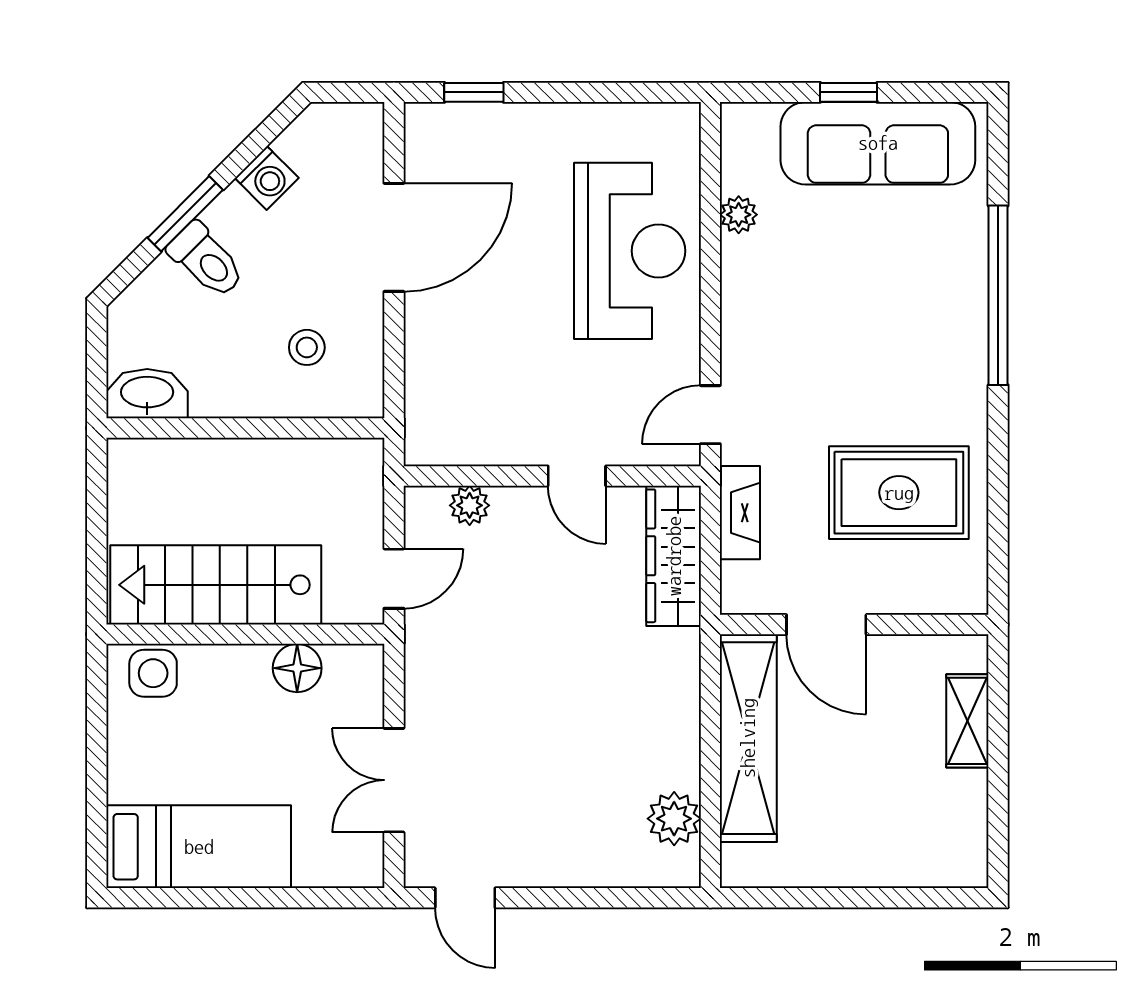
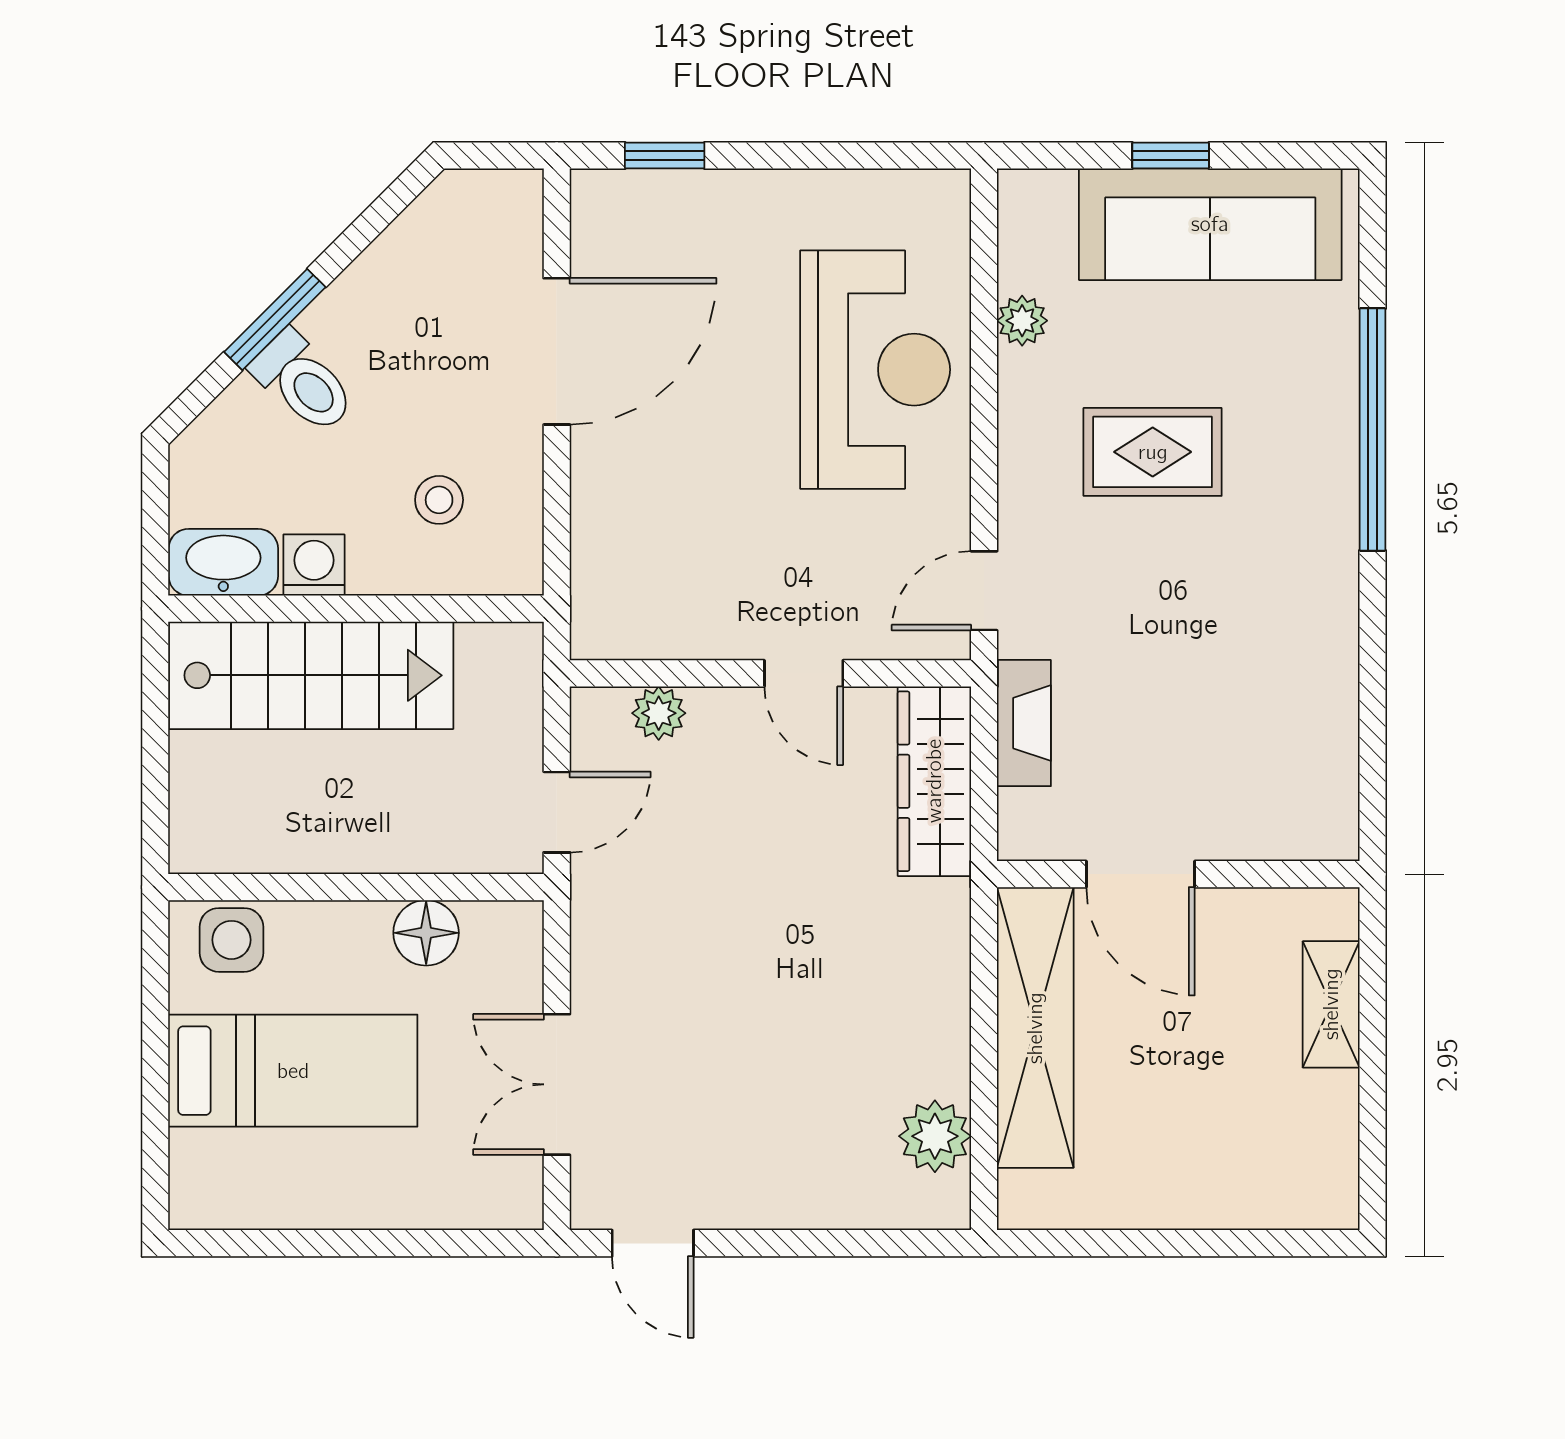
washing machine: (267, 178) -> (314, 565), moved, turned -135
rug: (899, 493) -> (1153, 452), moved, width x0.73, depth x0.70
stairs: (216, 585) -> (311, 675), moved, turned 180
bed: (199, 847) -> (293, 1071), moved

